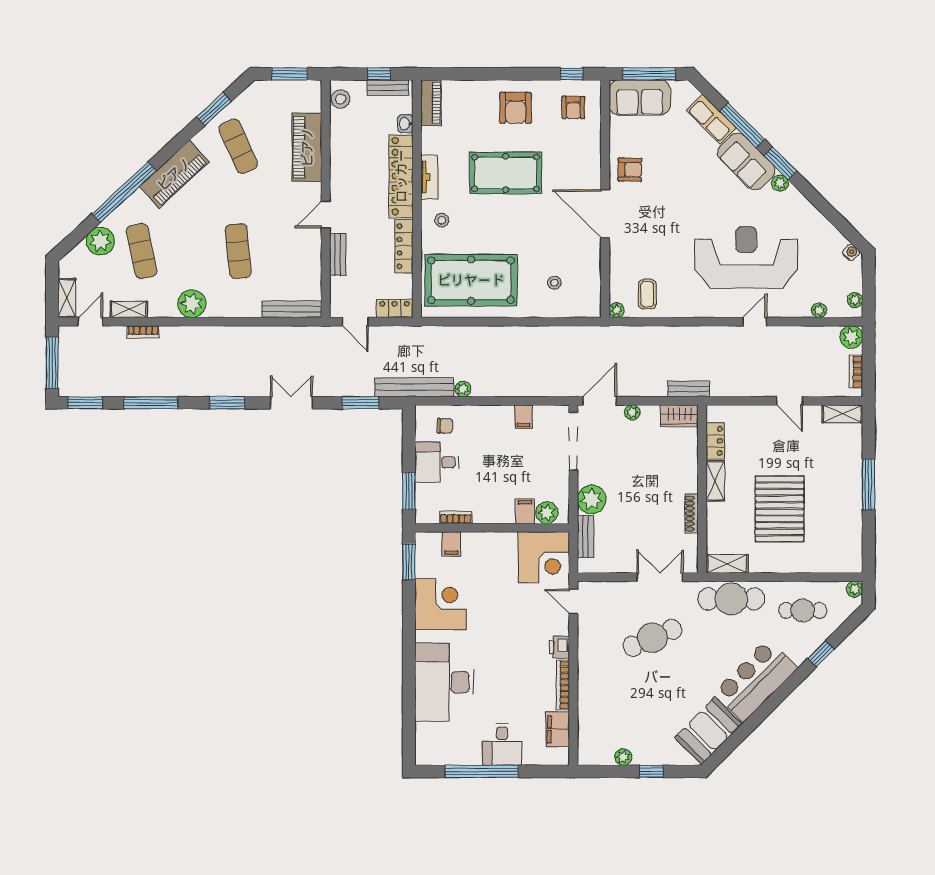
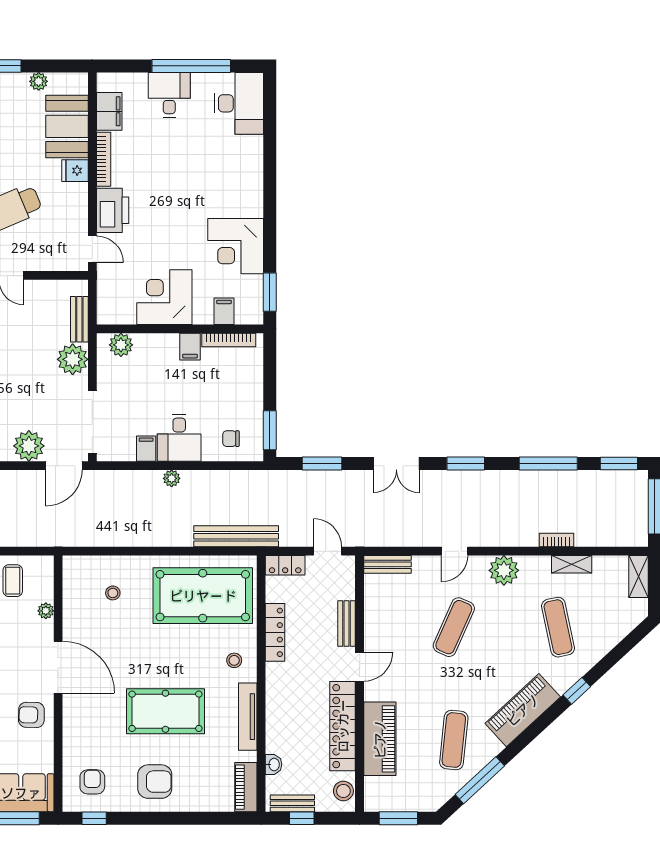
armchair: (516, 108) -> (155, 782), turned 90
window: (214, 109) -> (480, 780), width x1.44
exercise mat: (238, 146) -> (454, 740), turned 30
locker: (401, 176) -> (343, 726), moved, turned 180
tv unit: (429, 177) -> (248, 717), width x1.41
window: (124, 192) -> (577, 691), width x0.32
plant: (100, 241) -> (602, 638), removed
exercise mat: (238, 251) -> (454, 627), turned 30
bench: (292, 309) -> (387, 564), width x0.73
plant: (617, 310) -> (46, 611), moved
door: (90, 322) -> (454, 551), moved
bench: (414, 387) -> (236, 536), moved
plant: (463, 389) -> (172, 478), moved
plant: (632, 412) -> (29, 446), width x1.88, depth x1.88
desk: (437, 462) -> (179, 438), moved, turned 90
window: (409, 491) -> (270, 430), moved
filing cabinet: (525, 511) -> (190, 347), moved
bookcase: (456, 517) -> (229, 340), width x1.56
corner desk: (544, 557) -> (164, 297), moved
printer: (559, 647) -> (113, 210), width x1.87, depth x1.48
fridge: (589, 674) -> (75, 171), added
desk: (444, 682) -> (239, 103), moved, width x0.73, depth x0.77
booth: (597, 715) -> (67, 126), added

